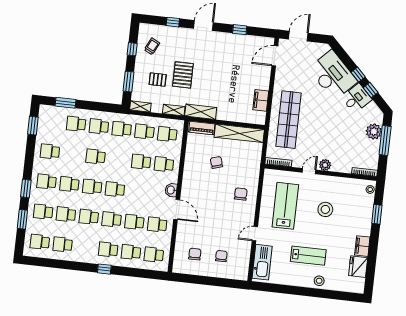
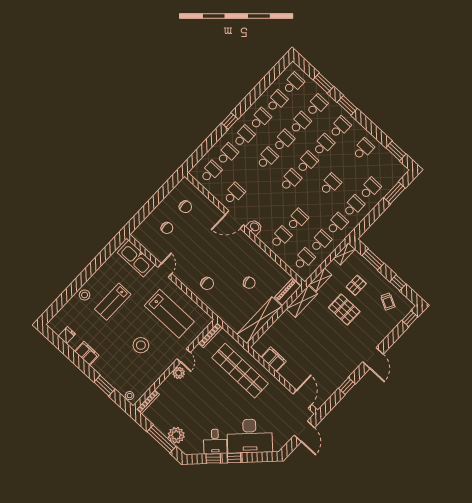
window: (173, 22) -> (410, 319), moved
school desk: (134, 222) -> (260, 119), moved
fridge: (358, 267) -> (67, 335), width x0.53, depth x0.75

